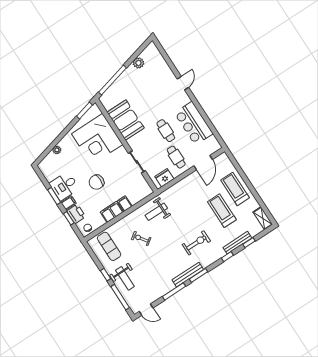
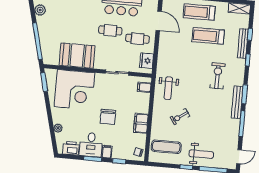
filing cabinet: (125, 204) -> (144, 87), moved
printer: (76, 214) -> (71, 148), moved

